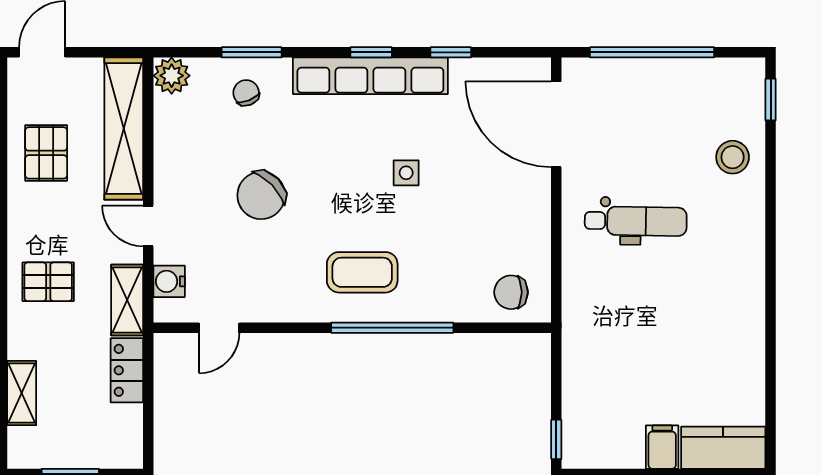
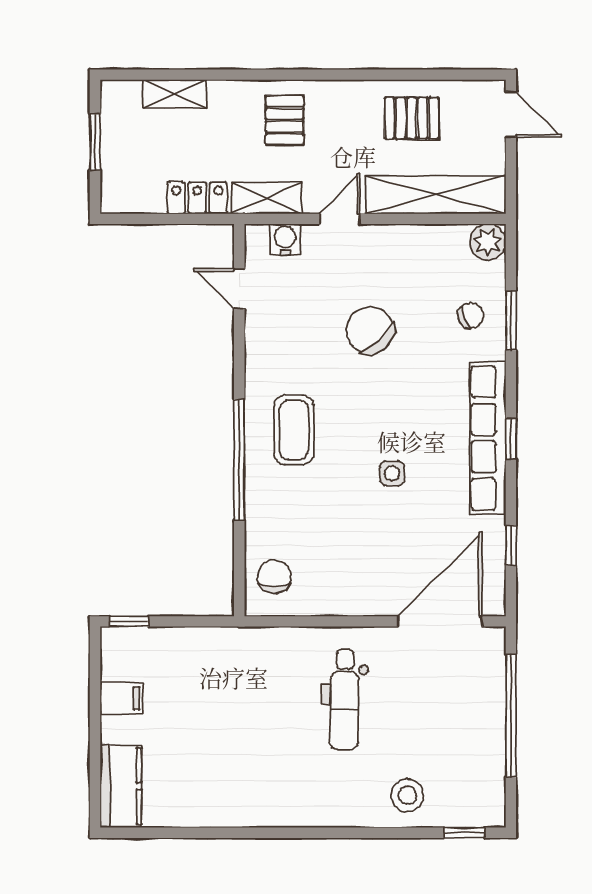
window: (451, 52) -> (511, 545), moved
filing cabinet: (662, 447) -> (121, 698), moved

